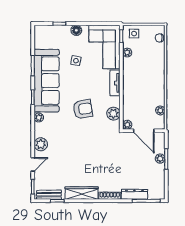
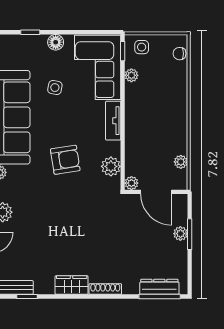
wardrobe: (82, 193) -> (72, 285), width x0.67
dresser: (134, 194) -> (159, 287), moved

